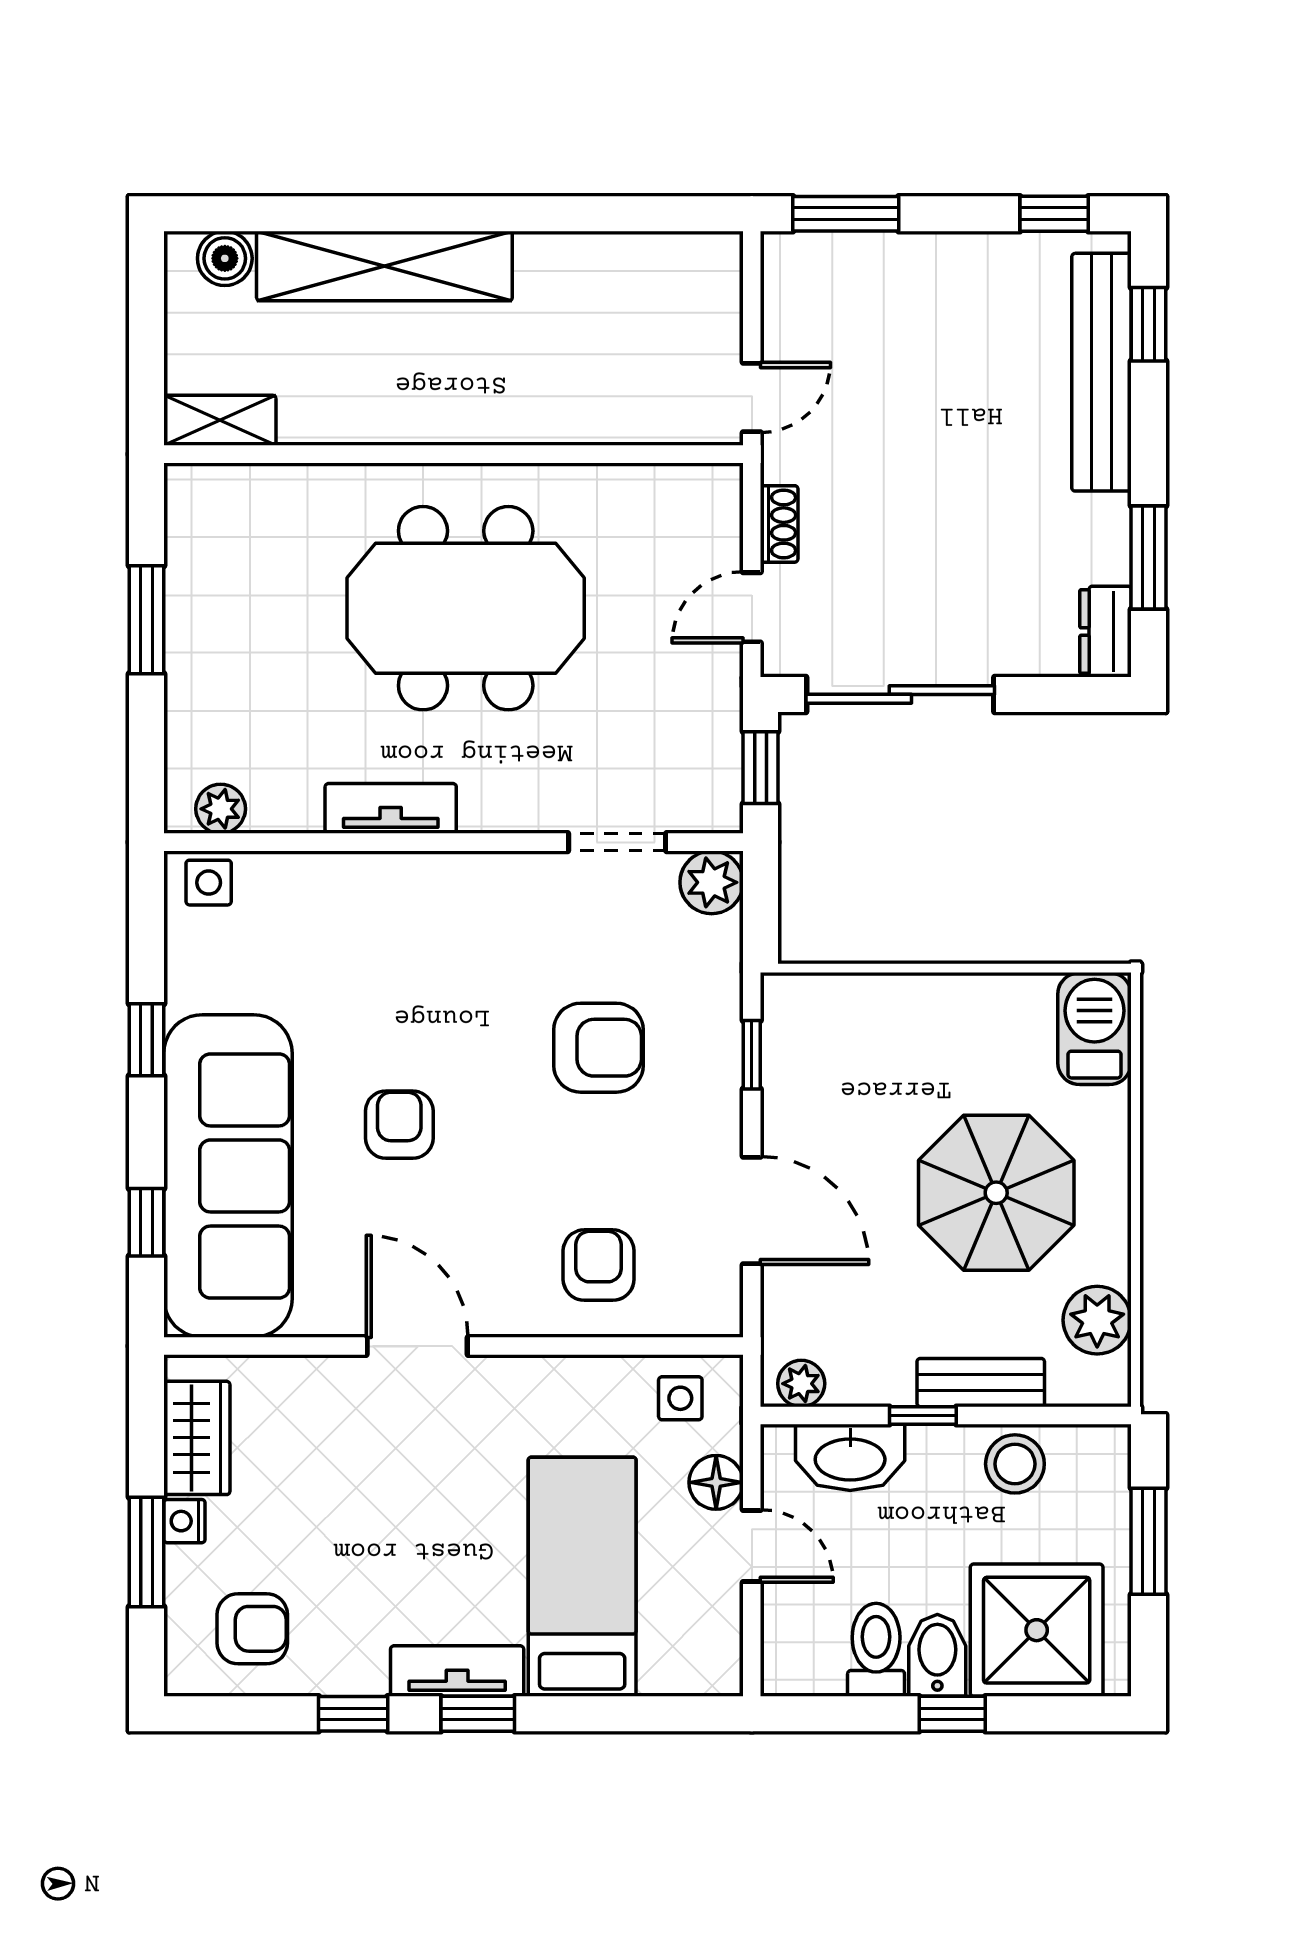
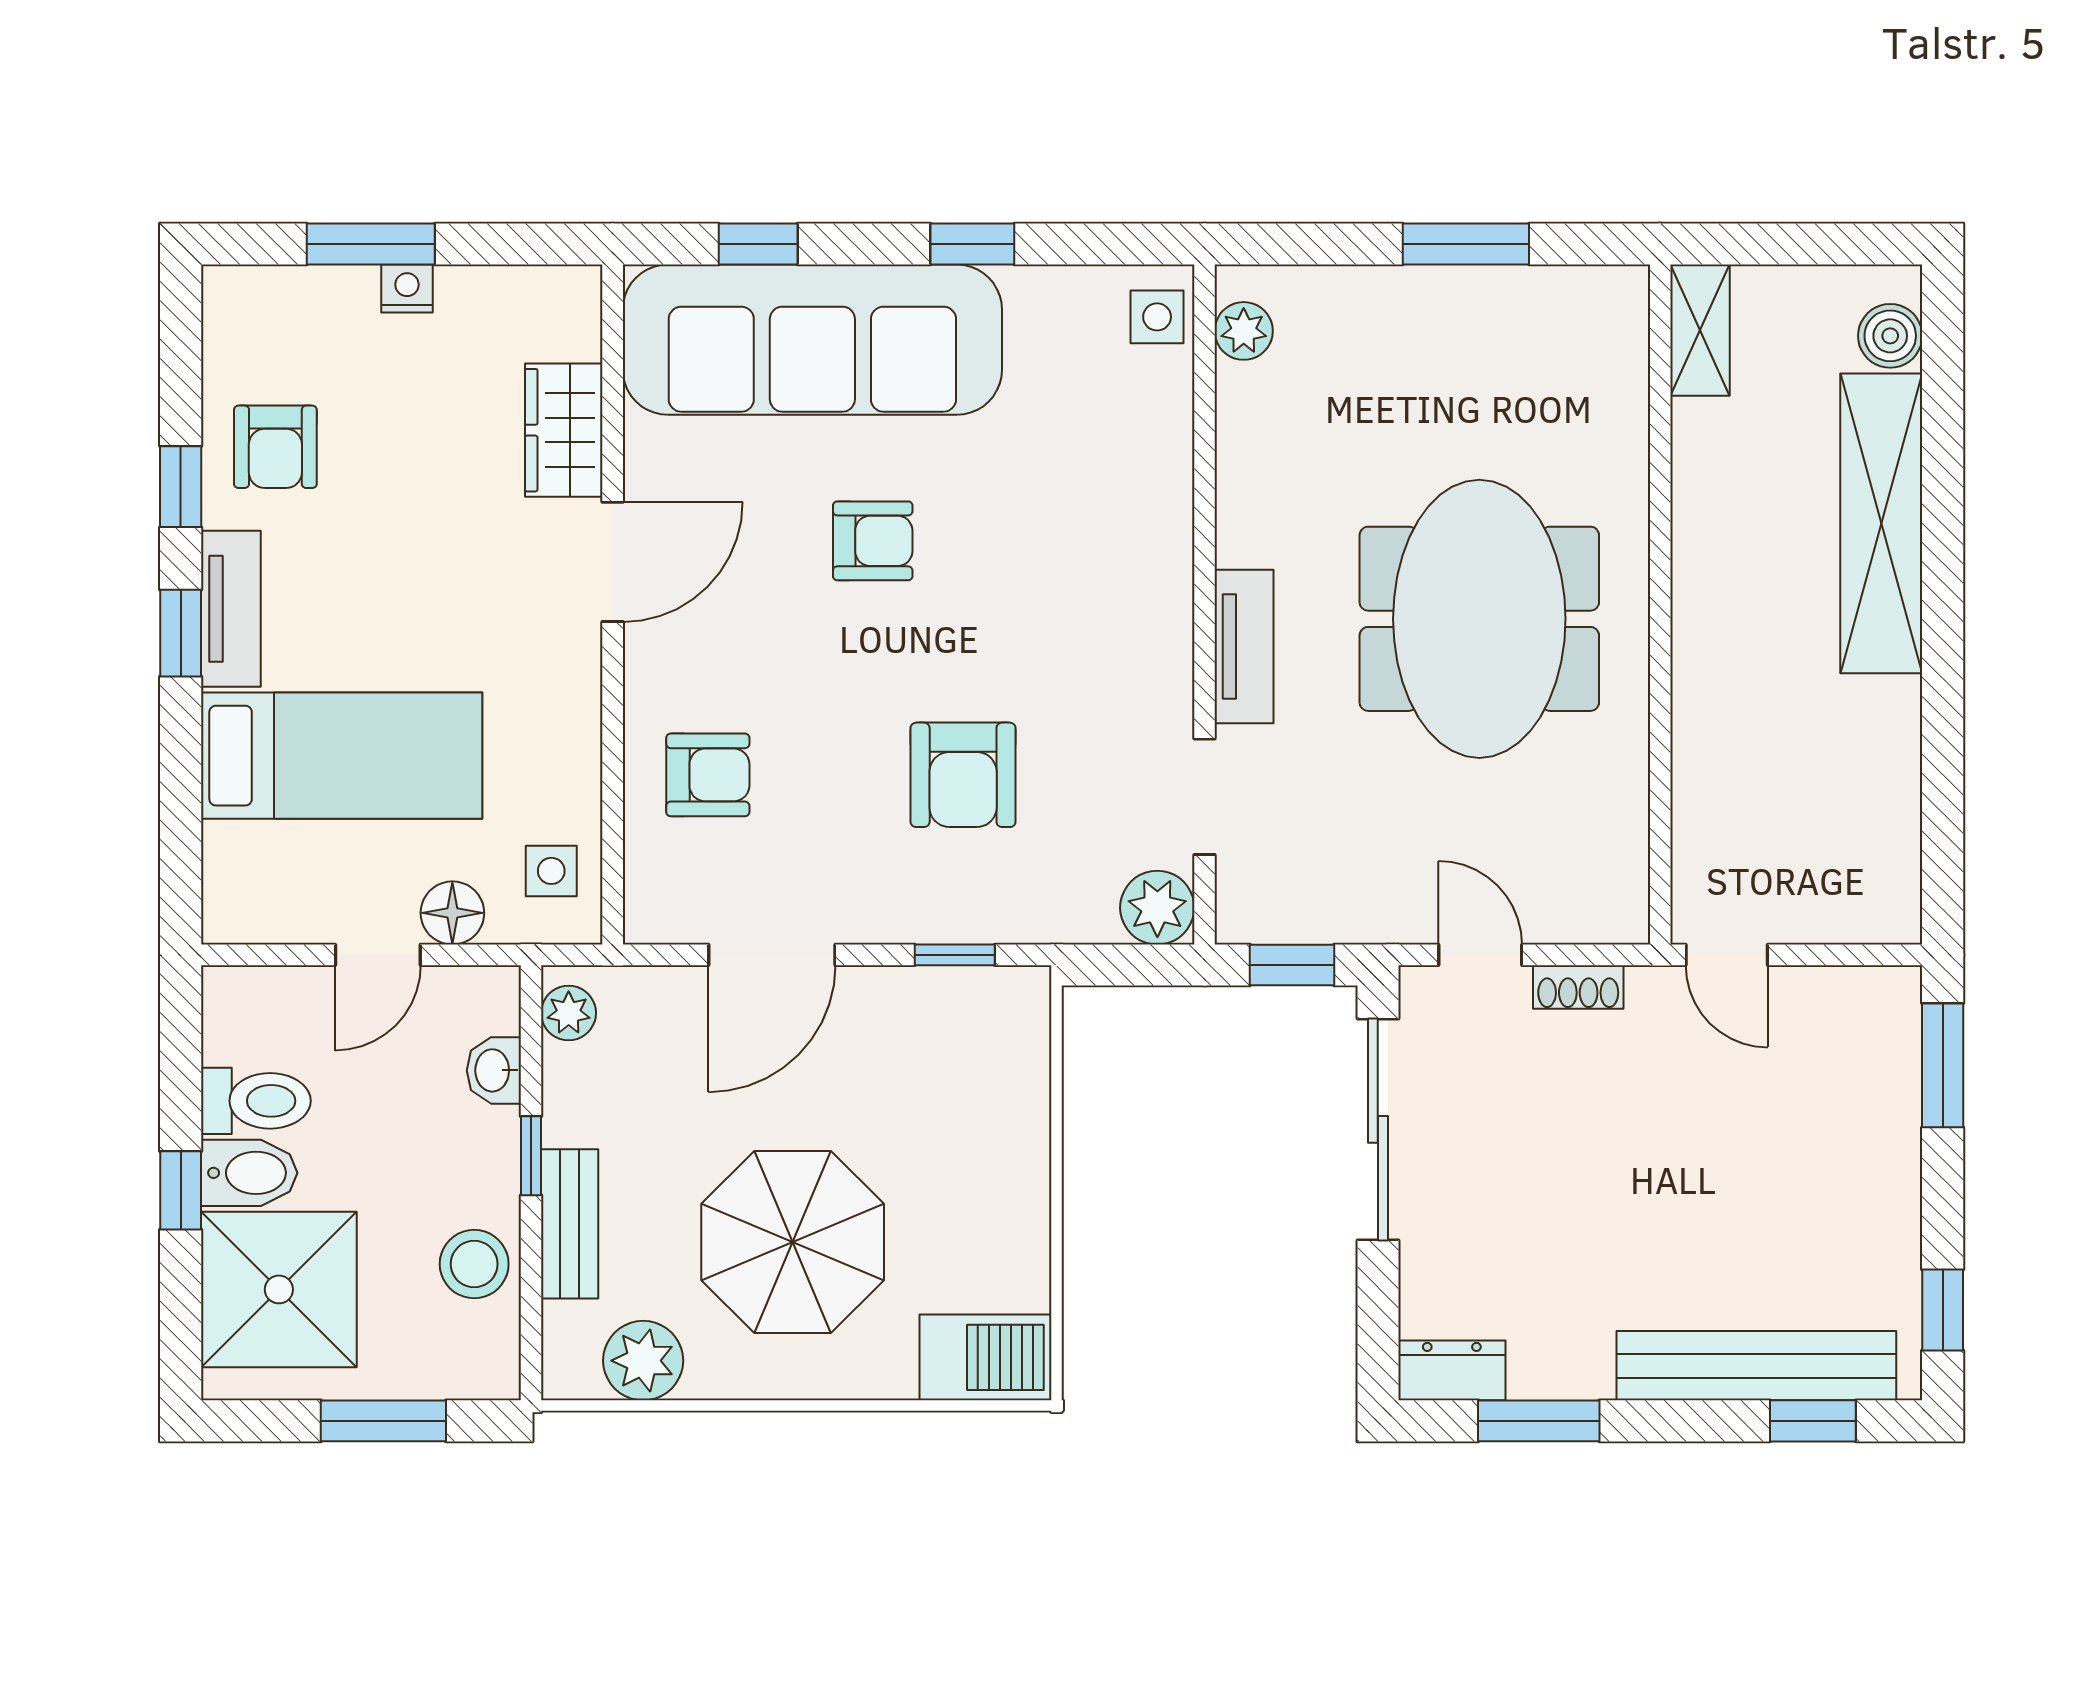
tv unit: (391, 808) -> (1244, 647), moved
wardrobe: (197, 1438) -> (564, 430), moved, turned 90
washbasin: (850, 1457) -> (494, 1070), width x0.52, depth x0.69
armchair: (252, 1629) -> (275, 447), moved

